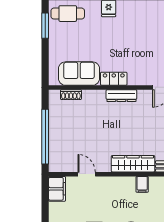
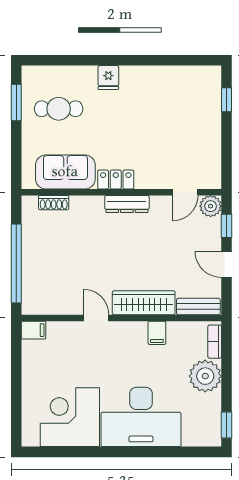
cafe table: (68, 14) -> (59, 109), moved
door: (87, 174) -> (96, 318), moved
filing cabinet: (57, 189) -> (34, 330), width x0.50

